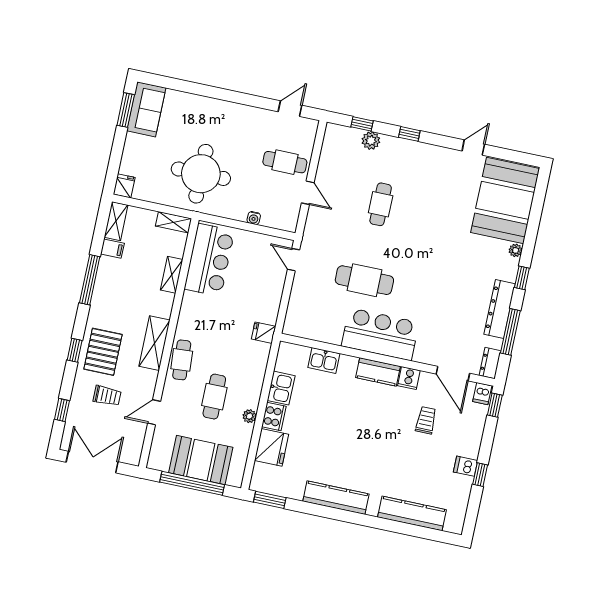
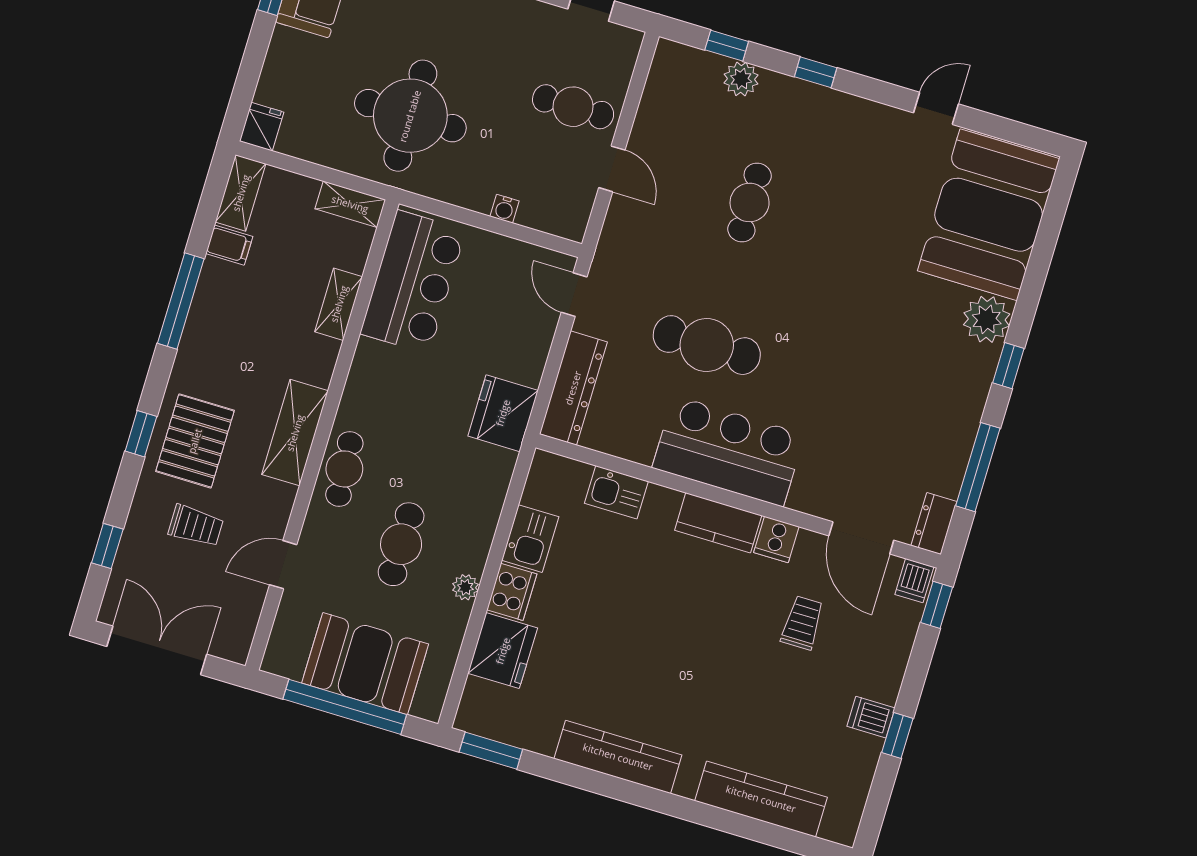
plant: (516, 250) -> (987, 319), width x1.87, depth x1.87
dresser: (500, 309) -> (573, 388), moved, turned 180
fridge: (264, 333) -> (503, 413), width x1.88, depth x1.34

